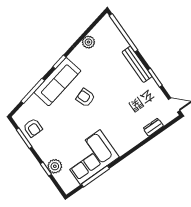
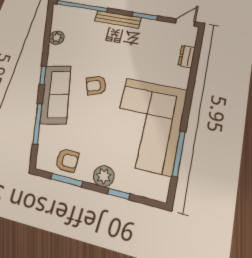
corner sofa: (90, 157) -> (148, 125), width x1.36, depth x1.36
plant: (55, 166) -> (104, 176), moved

